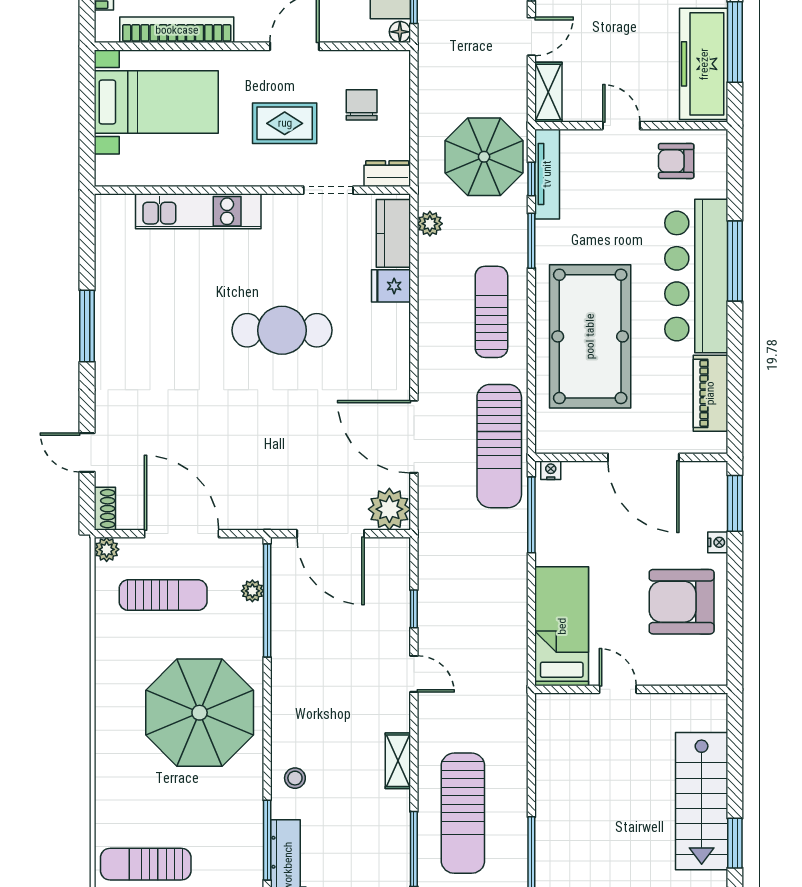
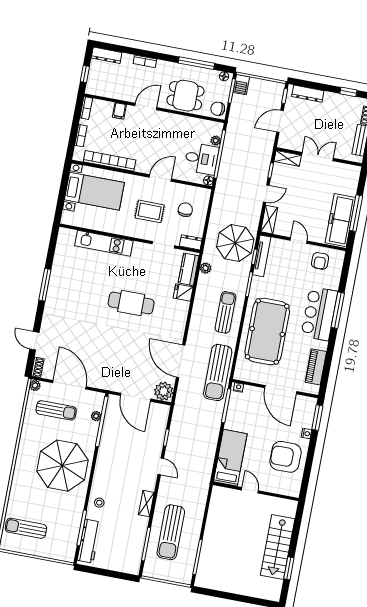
armchair: (676, 161) -> (320, 261), turned -90
bar counter: (696, 276) -> (319, 314), width x0.73

